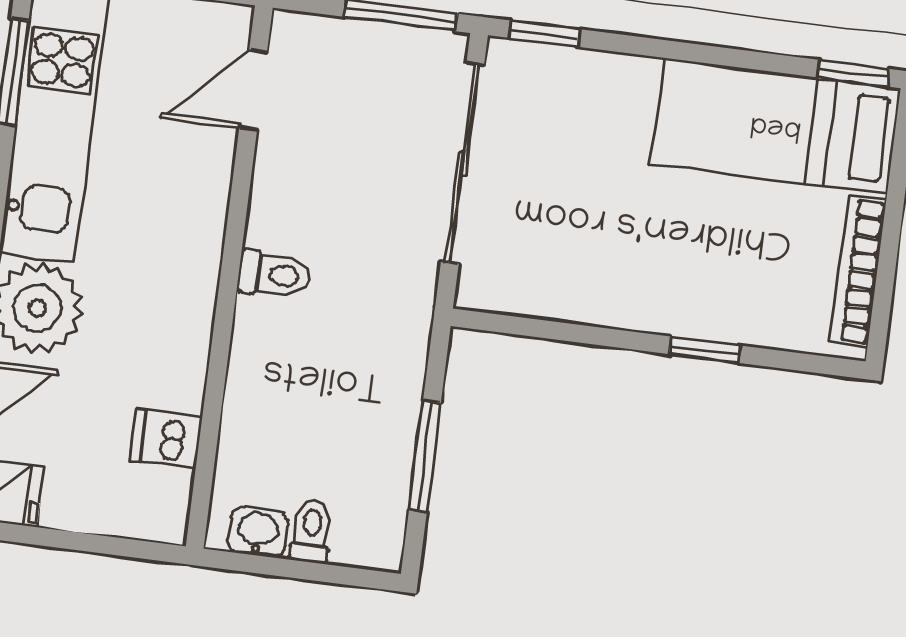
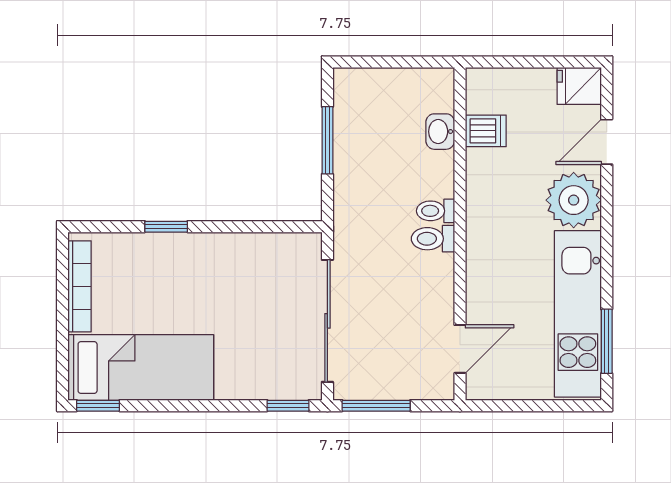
toilet: (311, 531) -> (435, 211), moved, turned 90
washbasin: (258, 532) -> (440, 132), moved, turned 90

